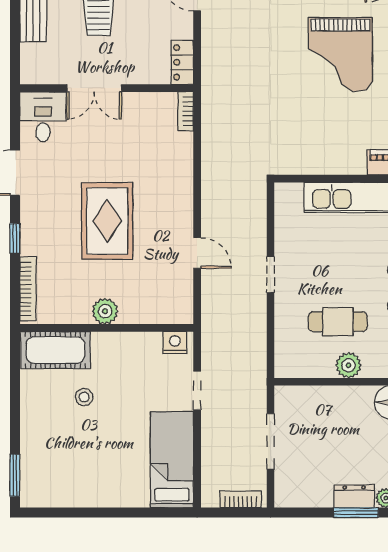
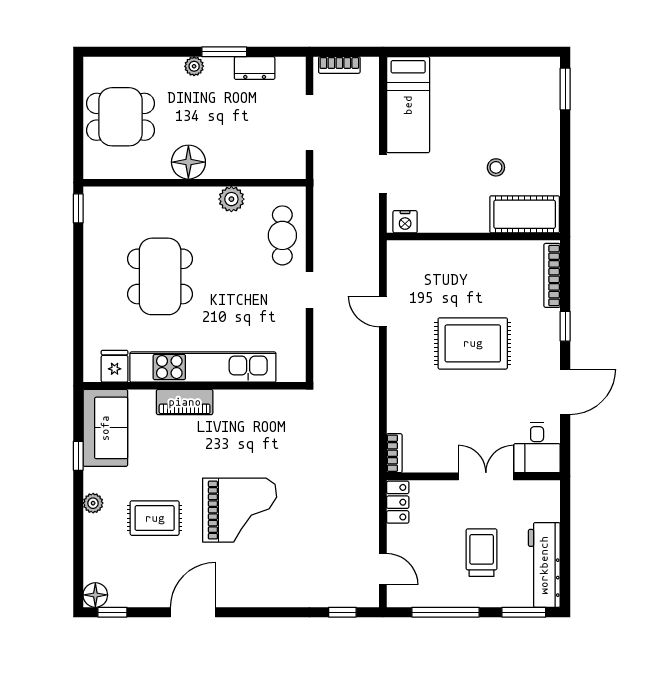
grand piano: (340, 54) -> (240, 510), turned 90
rug: (107, 221) -> (473, 343), turned 90
plant: (105, 311) -> (475, 253), removed
cafe table: (338, 322) -> (282, 235), moved, turned 90
dresser: (354, 496) -> (255, 68), moved

